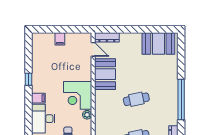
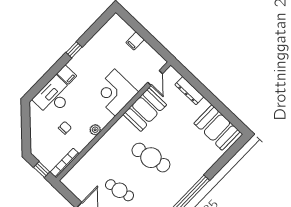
dresser: (107, 37) -> (189, 91), moved
corner desk: (78, 95) -> (115, 92), moved
cafe table: (136, 99) -> (151, 158), width x1.37, depth x1.35

